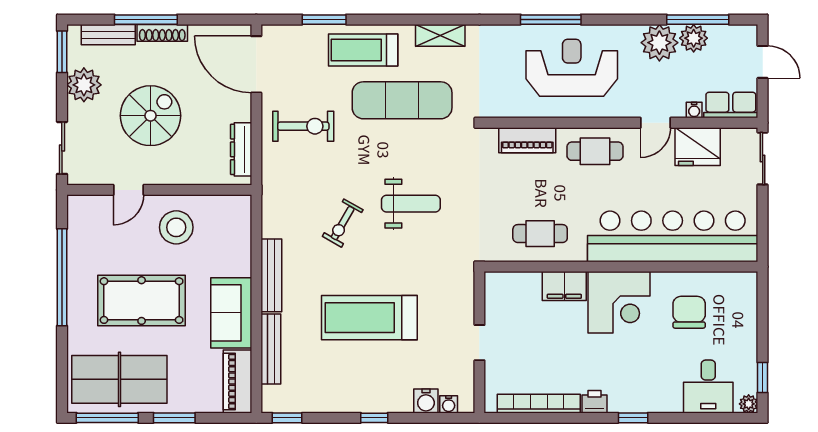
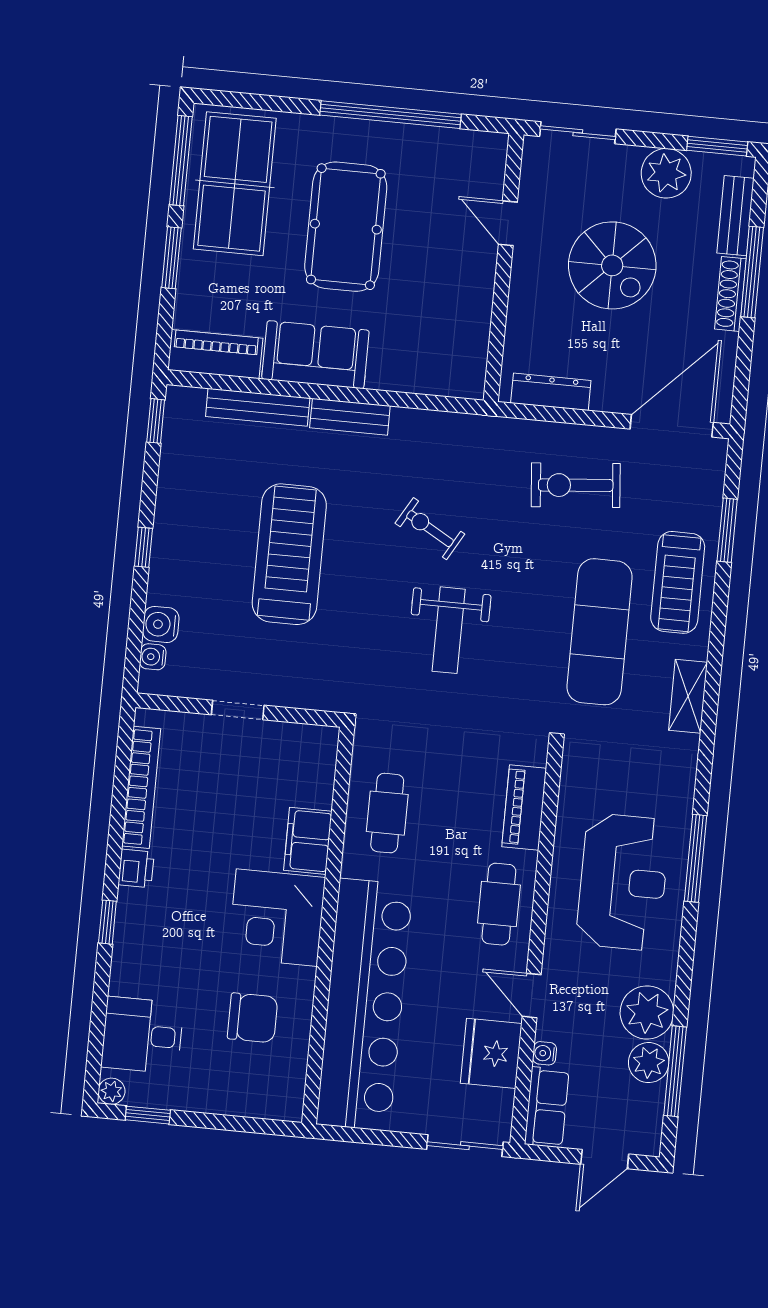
treadmill: (363, 50) -> (678, 582), turned 180
exercise bike: (303, 126) -> (576, 485), turned 85
stool: (176, 227) -> (447, 287), removed
bench: (271, 275) -> (350, 417), width x0.73

